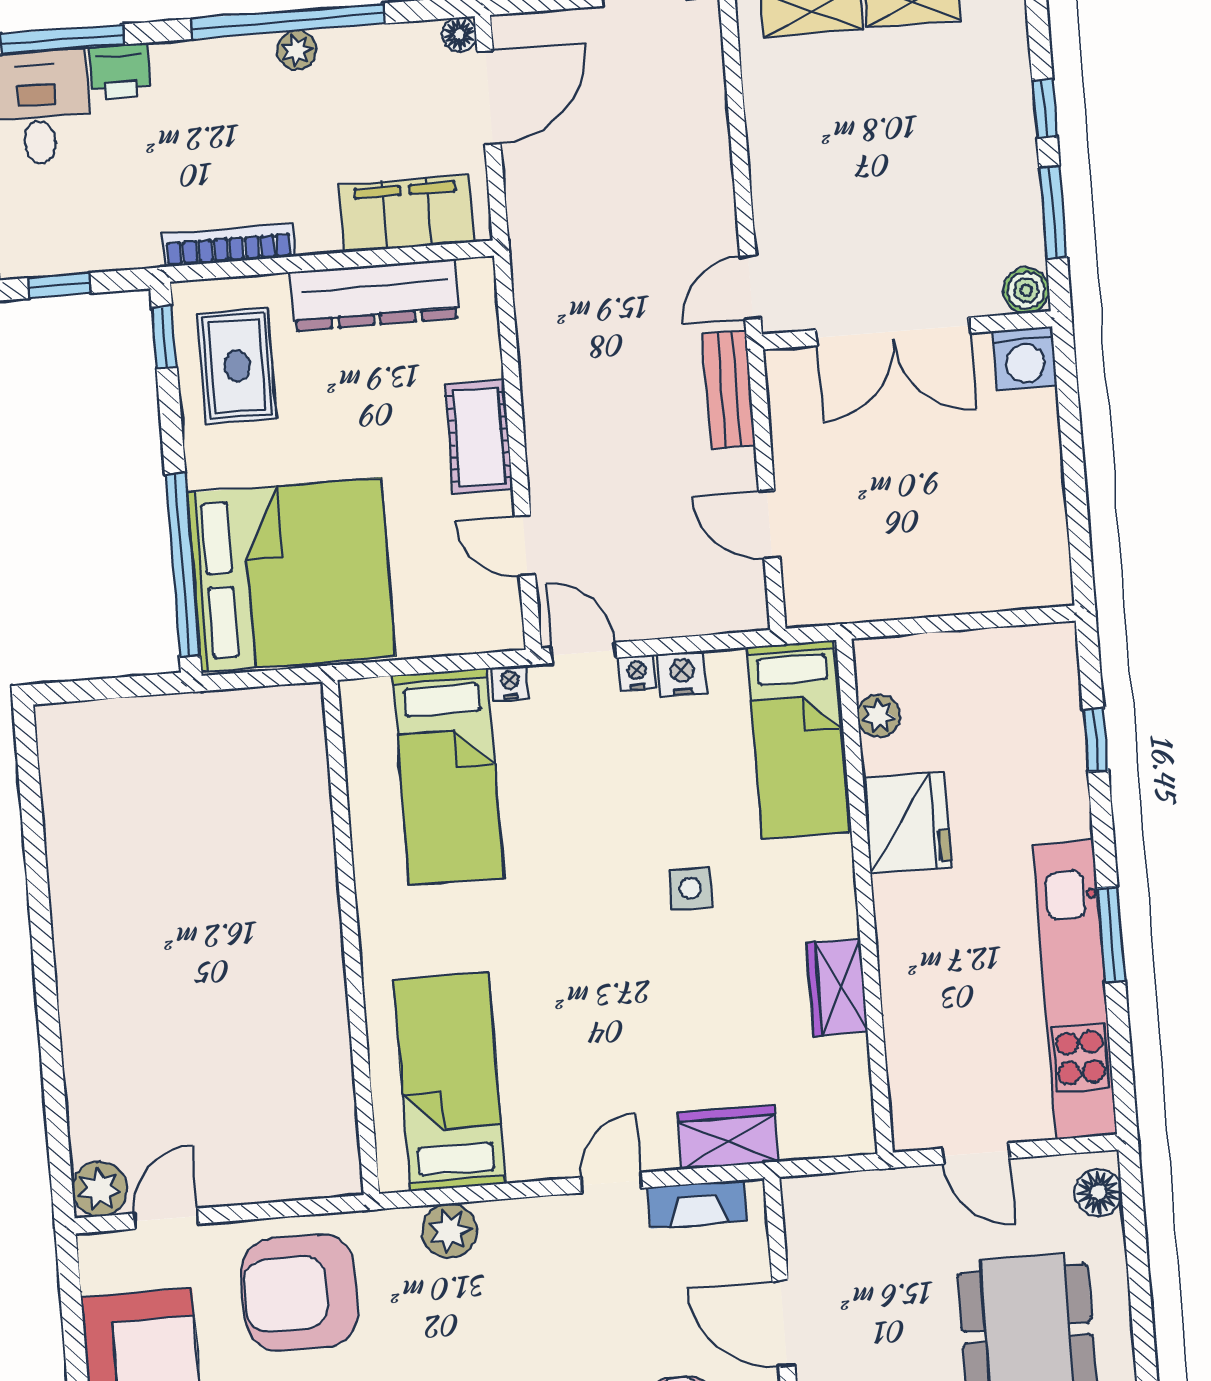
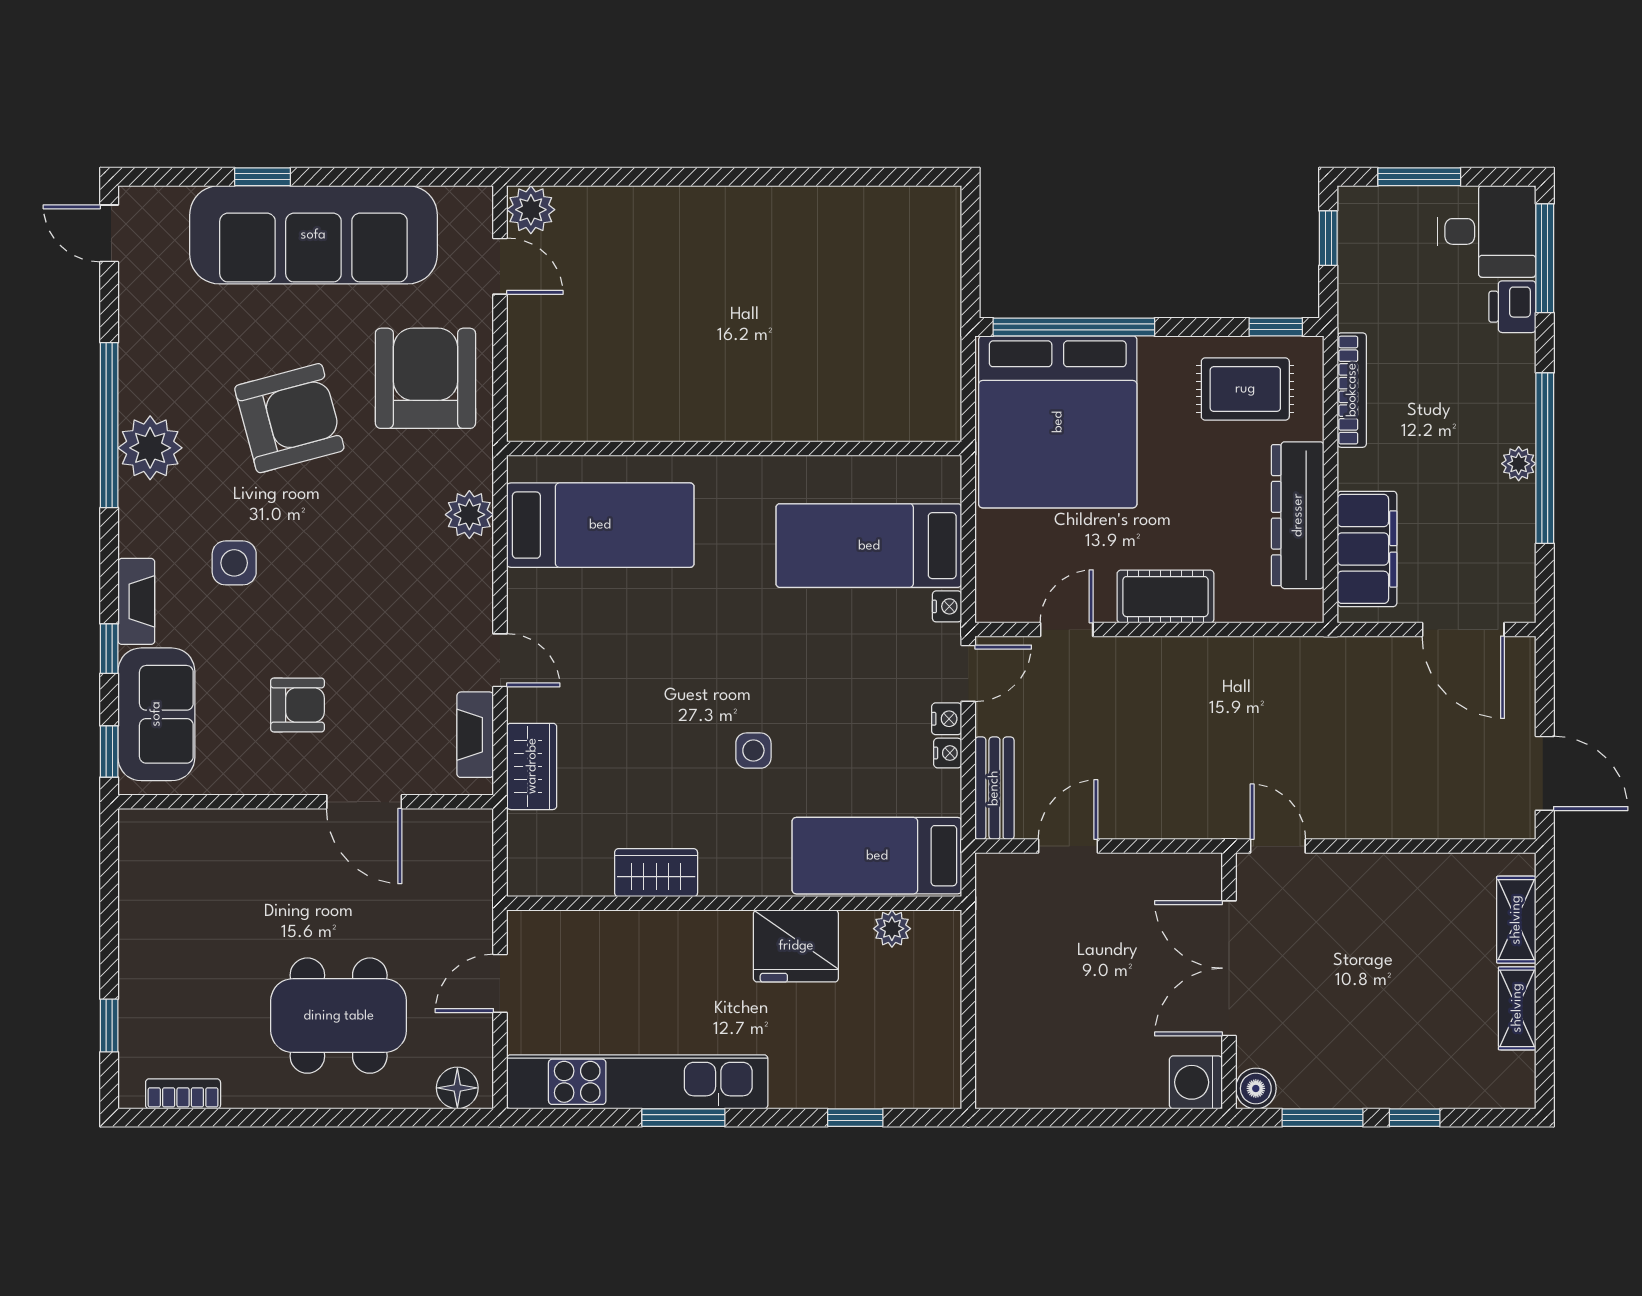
floor lamp: (459, 34) -> (1521, 608), removed
bench: (729, 390) -> (994, 788), moved, turned 90
nightstand: (682, 674) -> (948, 753), width x0.72, depth x0.74
door: (783, 1323) -> (364, 802), swing flipped

